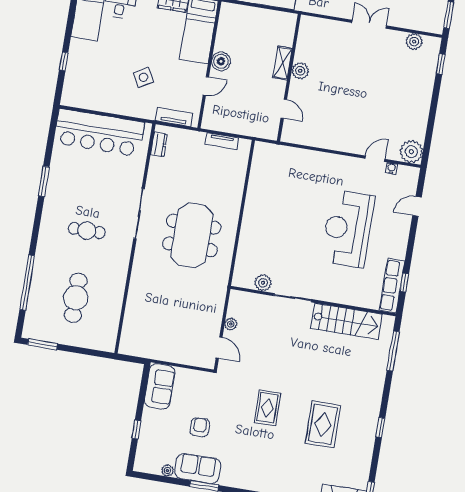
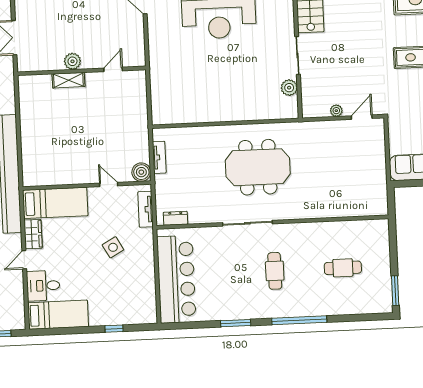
boiler: (221, 61) -> (141, 172), moved
shelving: (283, 63) -> (68, 80), moved
plant: (300, 71) -> (72, 61), moved
wall: (289, 78) -> (82, 71), moved
door: (284, 109) -> (113, 69), moved
window: (27, 283) -> (299, 320), moved
cafe table: (76, 298) -> (343, 268), width x0.73, depth x0.74

